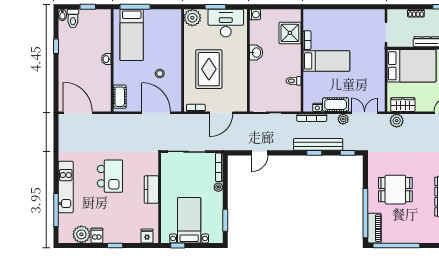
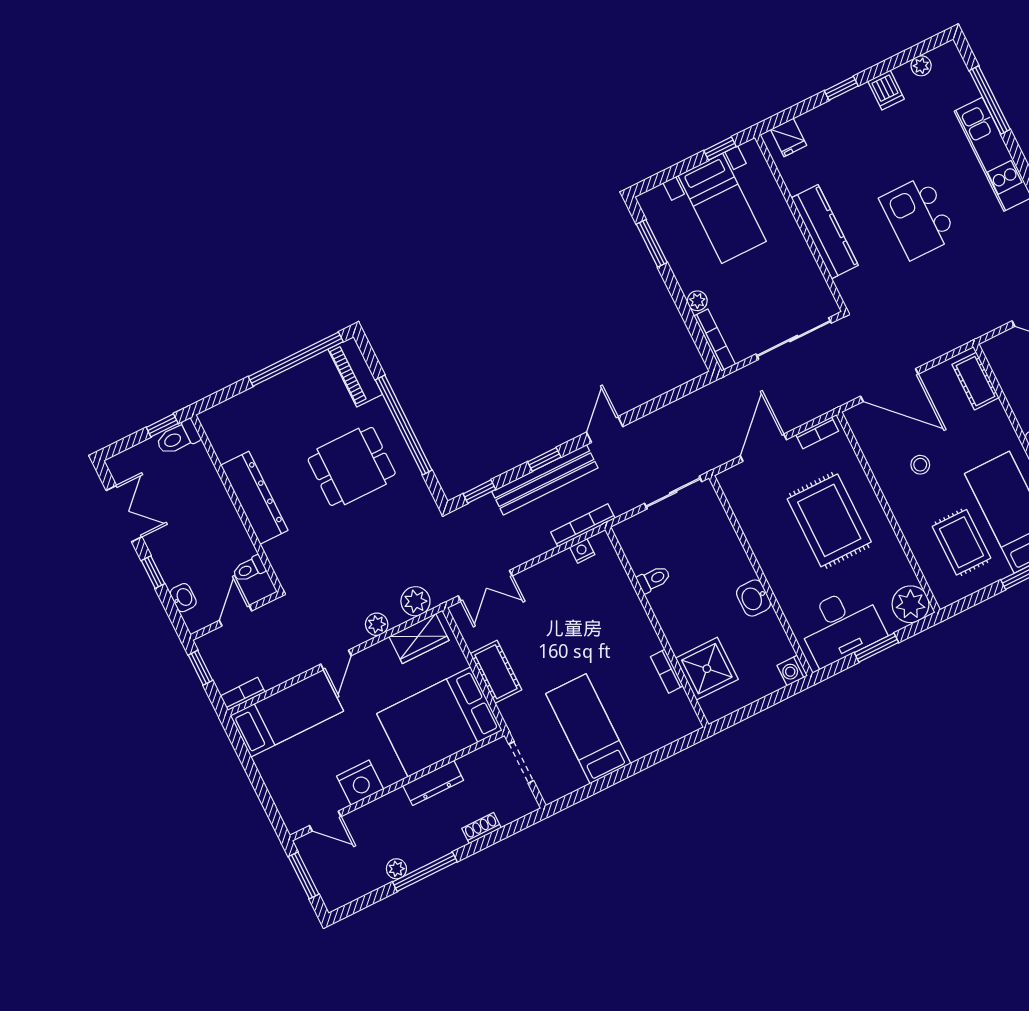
rug: (159, 33) -> (961, 542), added
bed: (326, 61) -> (588, 729), moved, turned 90
cot: (336, 105) -> (496, 672), moved, turned 90
plant: (343, 119) -> (377, 624), moved
door: (260, 153) -> (605, 429), moved
kitchen counter: (151, 190) -> (825, 232), width x1.50
window: (365, 213) -> (404, 425), moved
plant: (81, 234) -> (921, 66), width x0.53, depth x0.53

